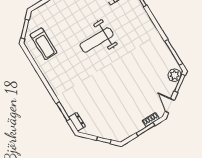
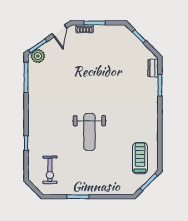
weight bench: (97, 40) -> (89, 132), turned 90

